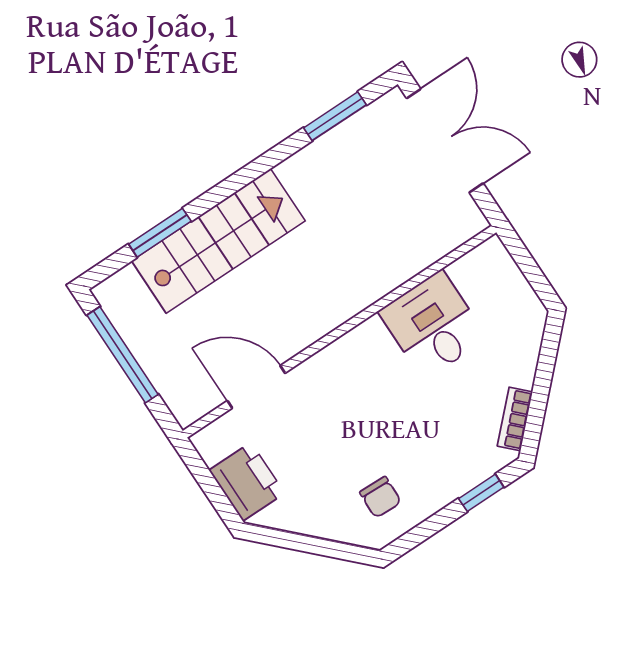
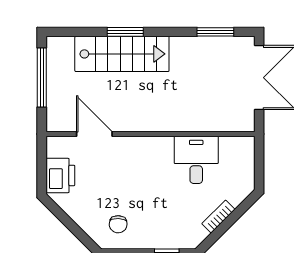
window: (160, 233) -> (125, 32), moved
bookcase: (515, 419) -> (218, 216), moved

